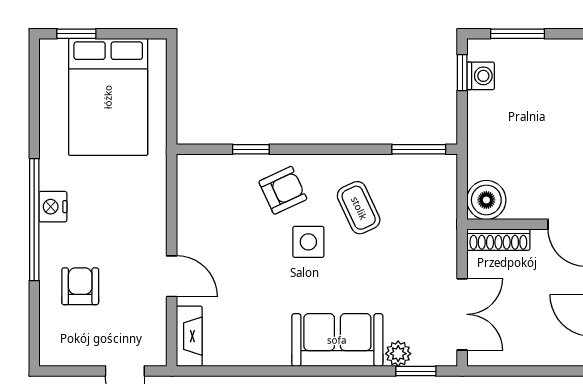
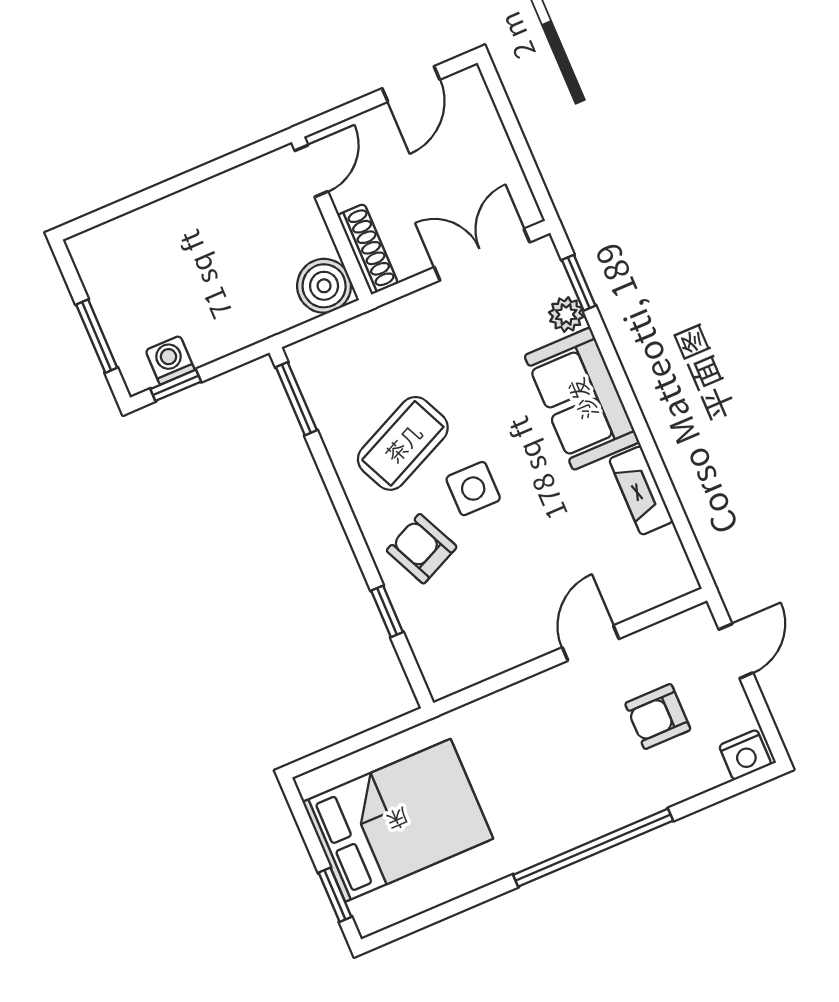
nightstand: (53, 207) -> (745, 755), moved
coffee table: (359, 208) -> (403, 443), width x1.36, depth x1.30
armchair: (80, 286) -> (658, 717), moved
fireplace: (189, 336) -> (641, 490), moved, turned -90

